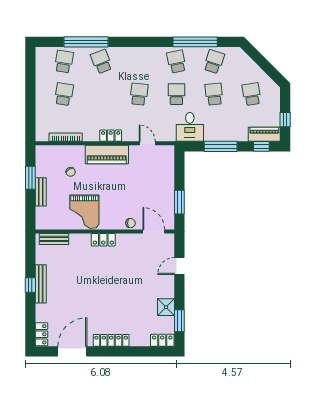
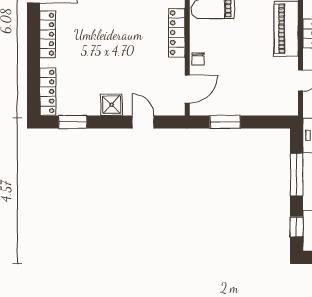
locker: (103, 240) -> (177, 33), width x1.53
shower: (166, 307) -> (112, 105), moved
locker: (162, 340) -> (48, 92), width x1.53

